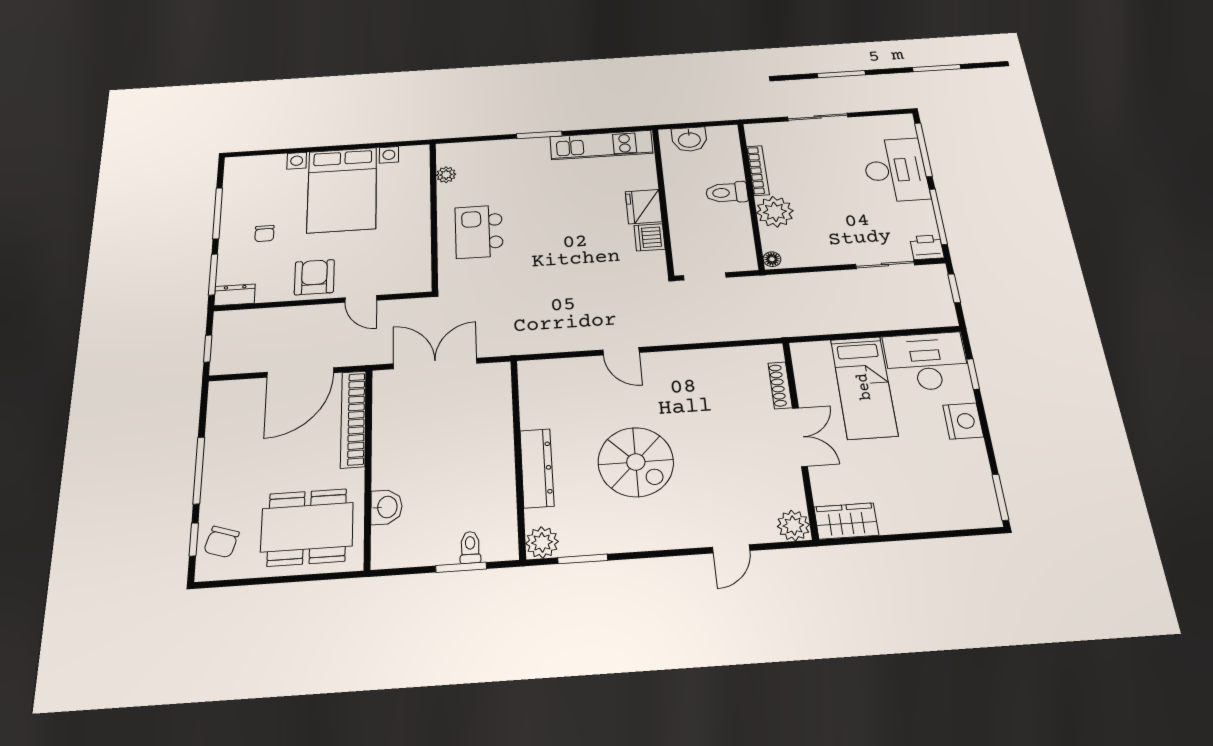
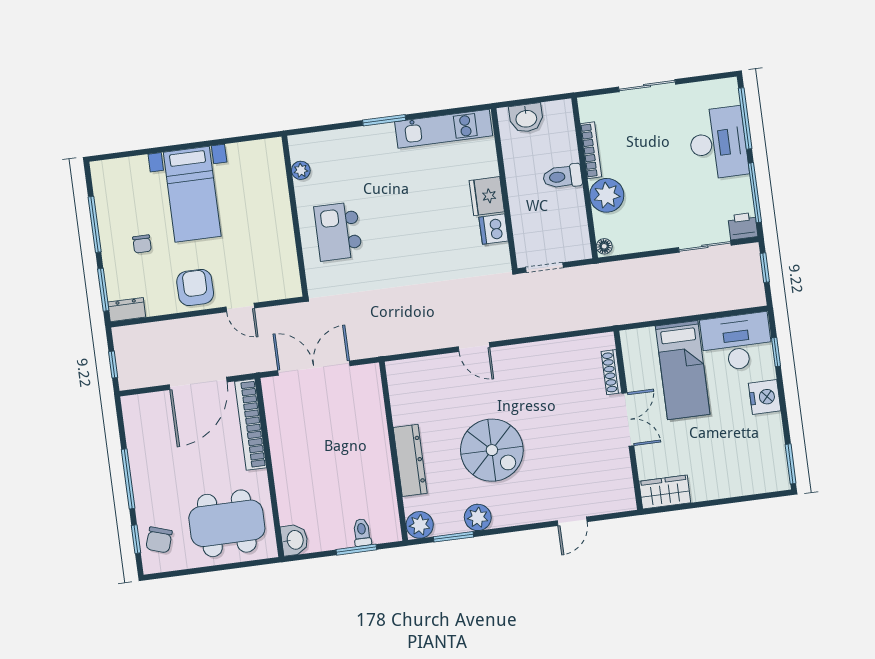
bed with nightstands: (342, 190) -> (192, 194), width x0.73
washbasin: (386, 507) -> (294, 540), moved
plant: (793, 526) -> (478, 517), moved

